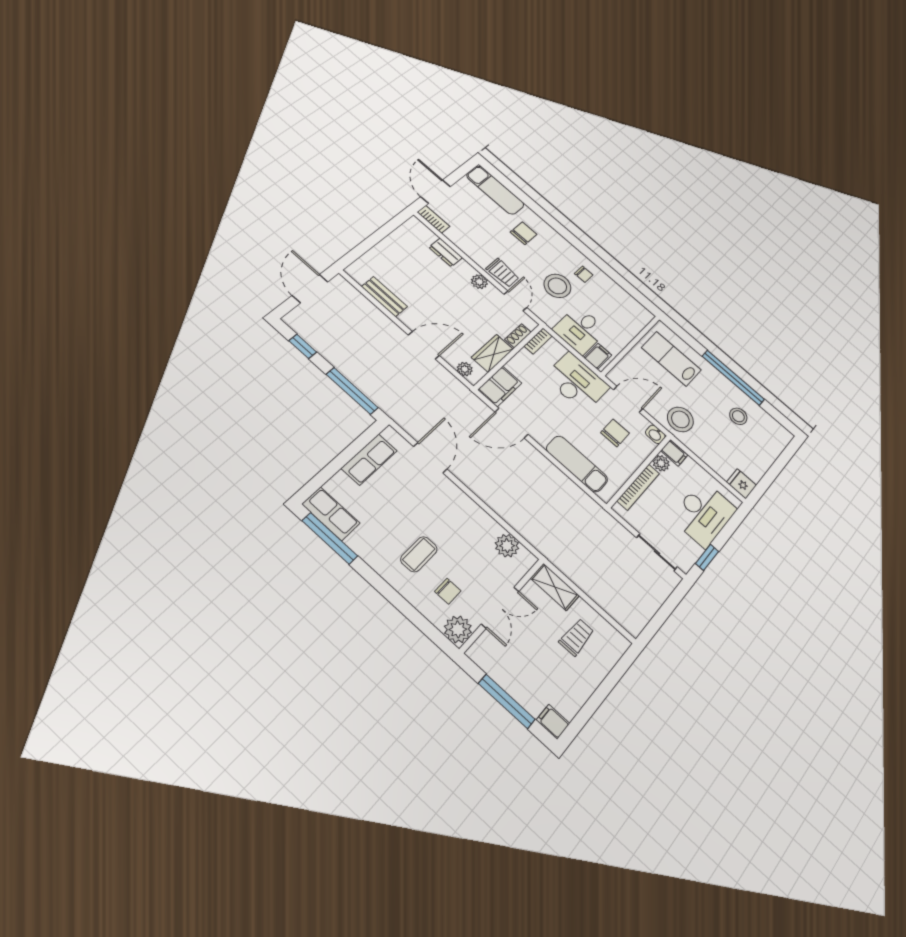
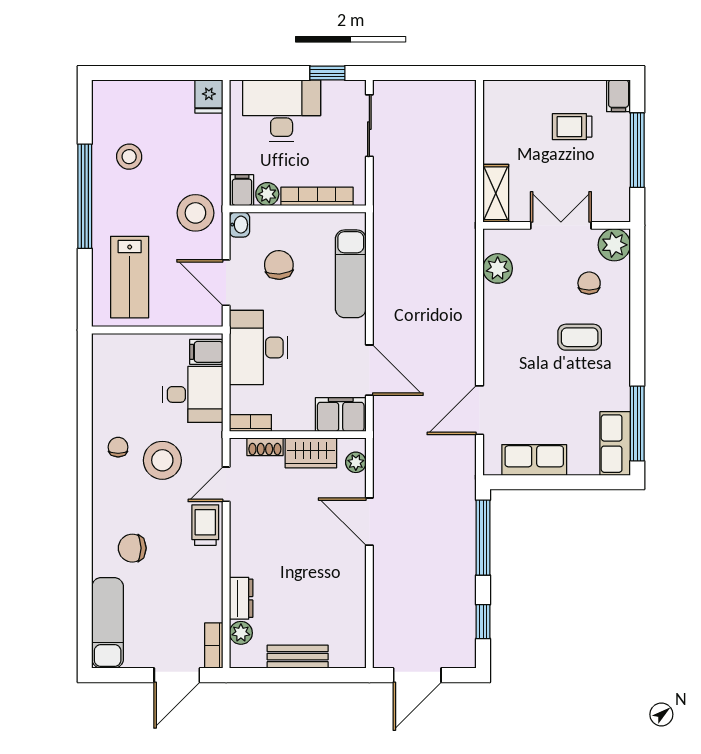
plant: (479, 282) -> (241, 633), moved
bench: (384, 297) -> (298, 657), moved, turned 90
chair: (615, 433) -> (279, 265), turned 86
trolley: (577, 637) -> (572, 127), moved

